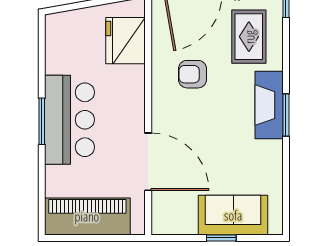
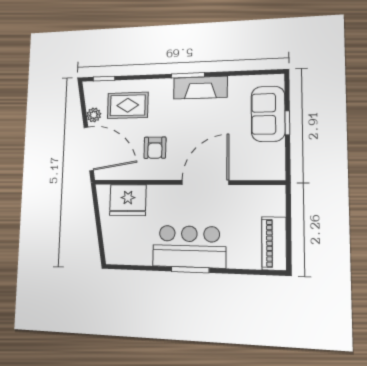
fireplace: (269, 105) -> (200, 88), moved
door: (148, 162) -> (205, 183), moved
piano: (87, 216) -> (274, 243), width x0.73, depth x0.75

